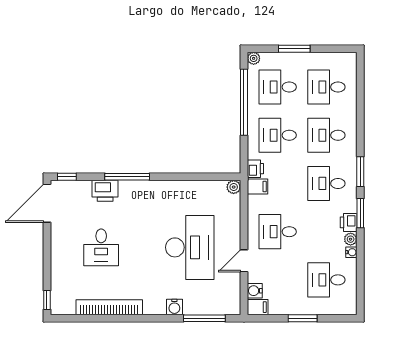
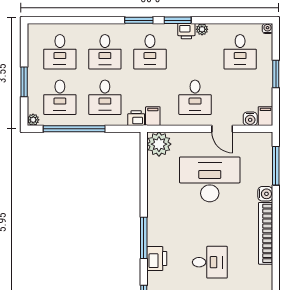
plant: (234, 187) -> (159, 144), width x1.88, depth x1.88
water cooler: (351, 252) -> (268, 29), moved
bookcase: (109, 307) -> (266, 233), moved

